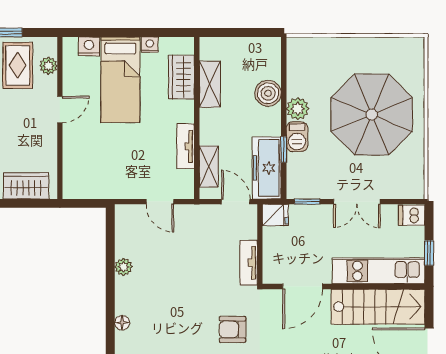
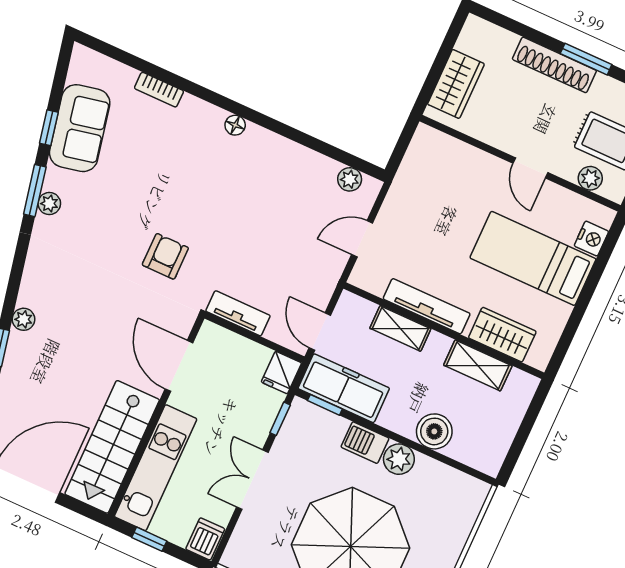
nightstand: (150, 45) -> (560, 314), removed
tv unit: (186, 146) -> (427, 306), width x1.41
window: (284, 149) -> (325, 405), moved
shelving: (209, 167) -> (400, 328), moved
door: (236, 202) -> (320, 332), swing flipped
plant: (123, 267) -> (350, 179), moved

